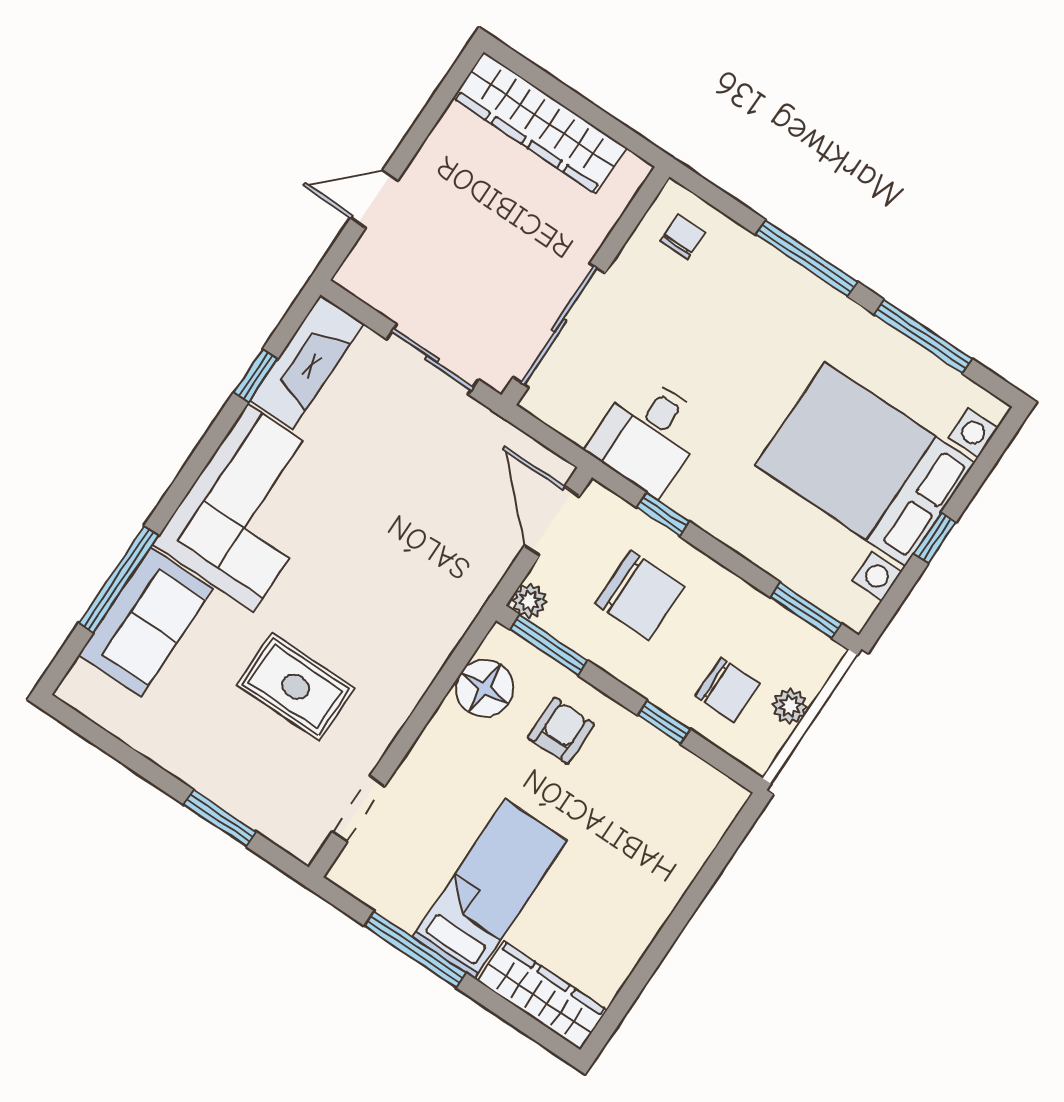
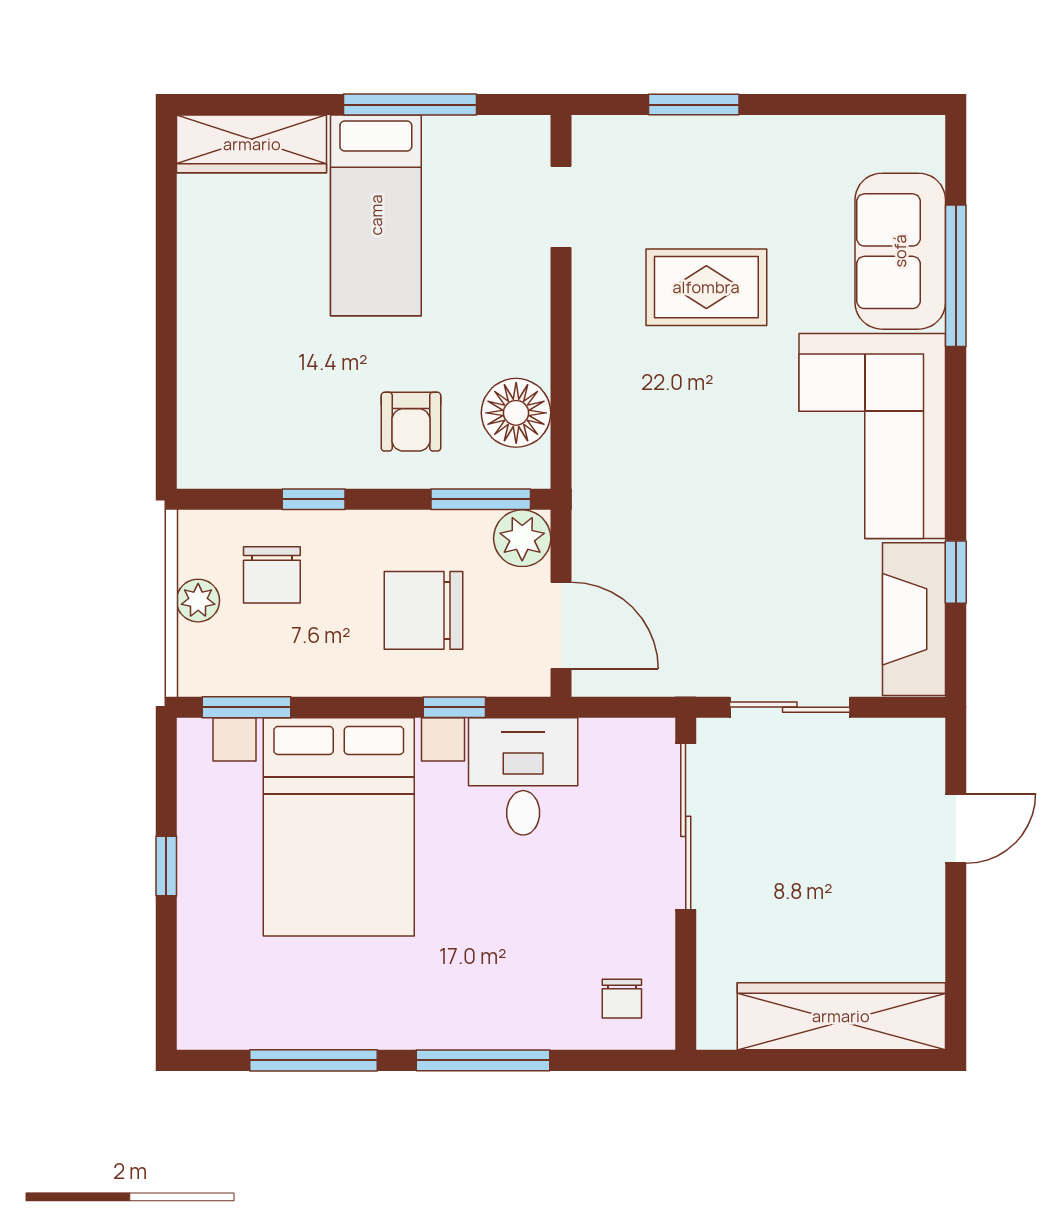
bed with nightstands: (865, 464) -> (339, 827), moved, turned 90
plant: (529, 601) -> (522, 538), width x1.38, depth x1.38
chair: (727, 690) -> (272, 575), turned -90

